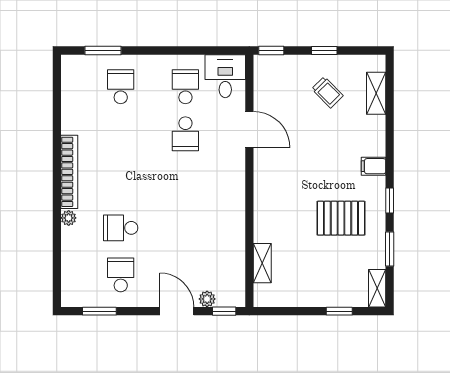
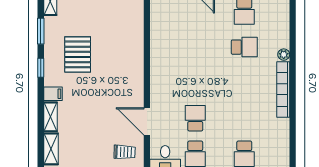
trolley: (327, 92) -> (125, 152), moved, turned 137
pallet: (341, 218) -> (78, 54), turned 90
shelving: (262, 263) -> (50, 117), moved

